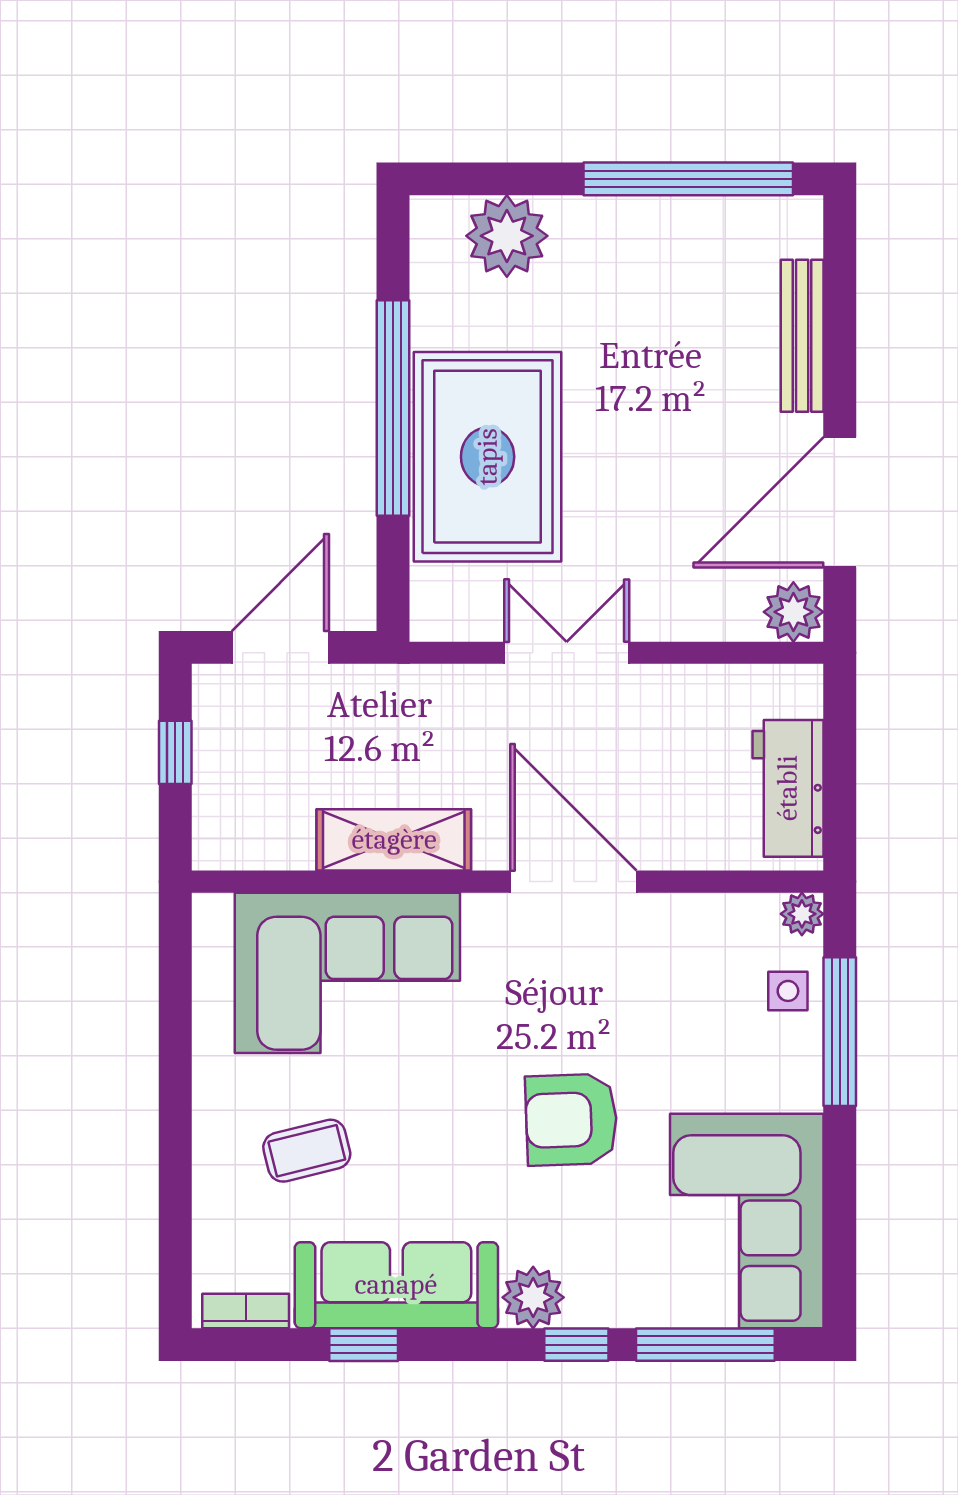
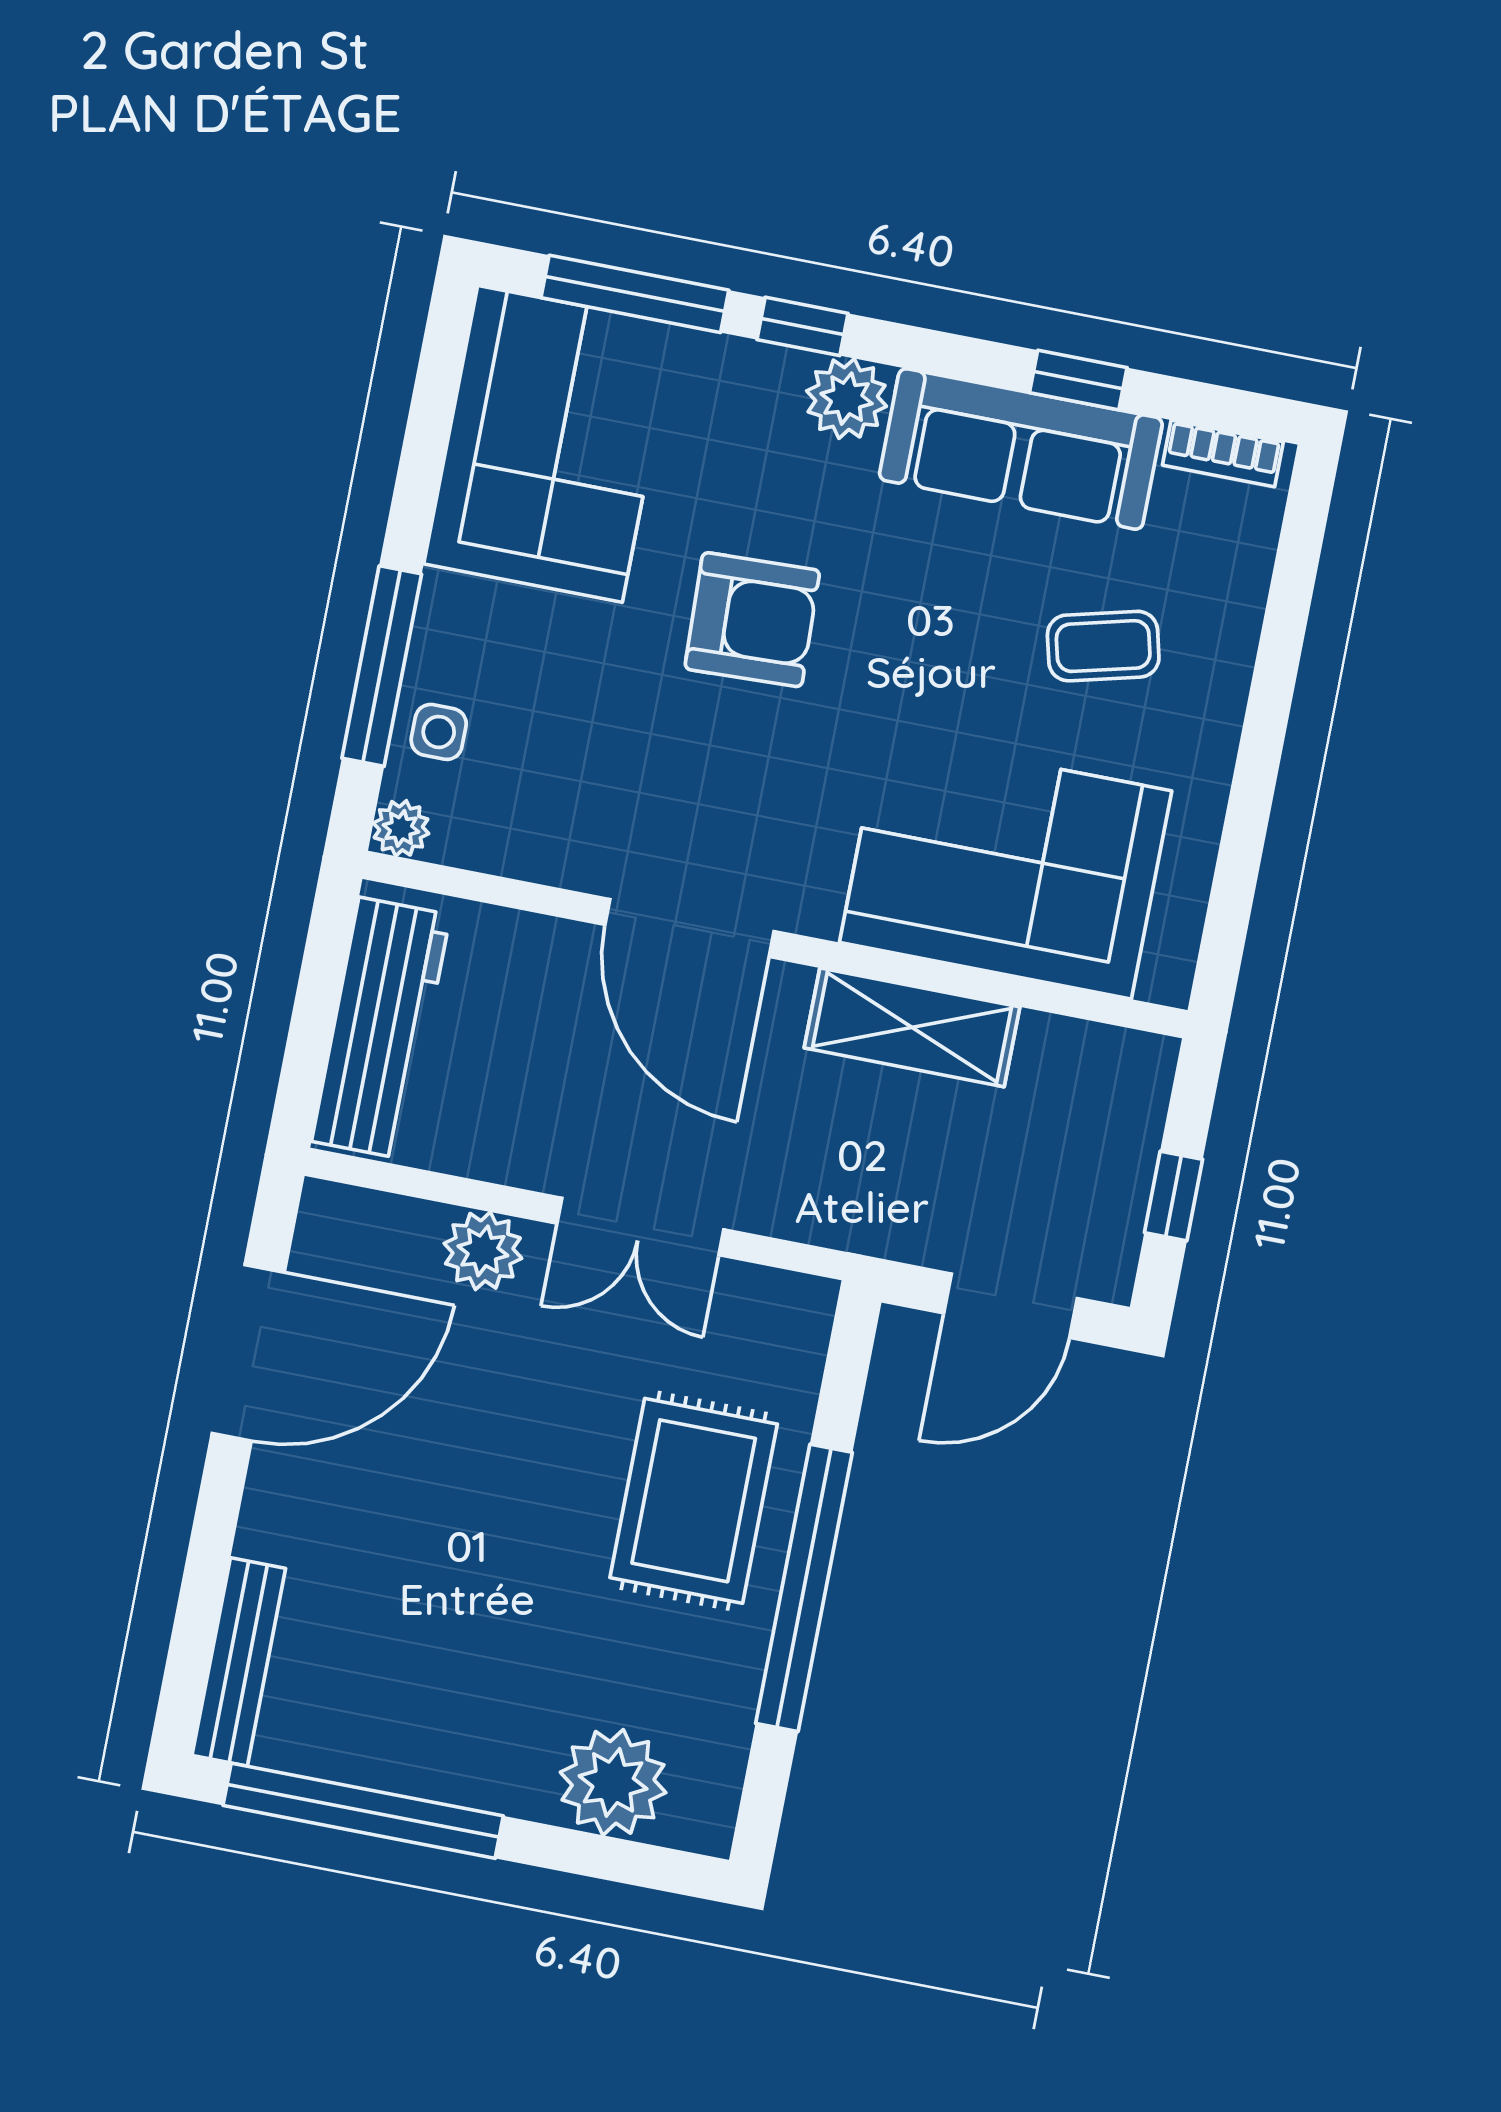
bench: (802, 336) -> (239, 1662), moved
rug: (488, 457) -> (694, 1501), width x0.73, depth x0.69
plant: (793, 612) -> (483, 1251), moved
workbench: (788, 788) -> (381, 1028), width x1.38

